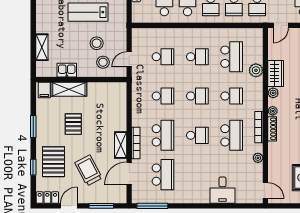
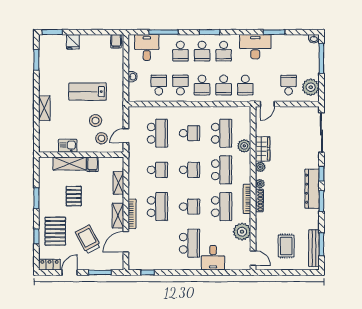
shelving: (42, 47) -> (44, 108), moved
school desk: (163, 57) -> (157, 133), width x1.85
filing cabinet: (44, 90) -> (93, 164), moved
school desk: (232, 96) -> (222, 170), width x1.85
shelving: (121, 110) -> (118, 183), added
plant: (258, 158) -> (242, 232), width x1.88, depth x1.88
school desk: (163, 175) -> (189, 243), moved
window: (152, 206) -> (148, 272), width x0.46

